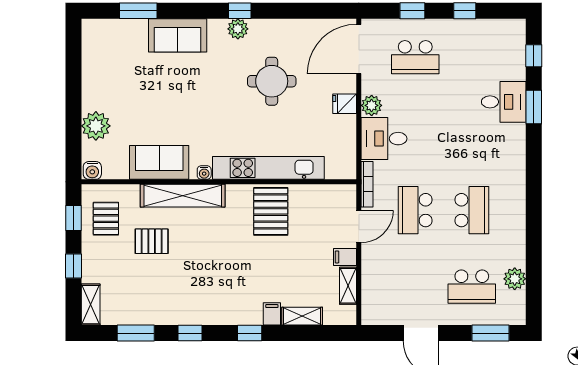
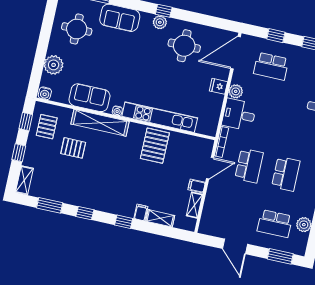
round table: (118, 66) -> (77, 29), added
round table: (272, 81) -> (184, 46), moved
school desk: (415, 210) -> (249, 166), turned 180

